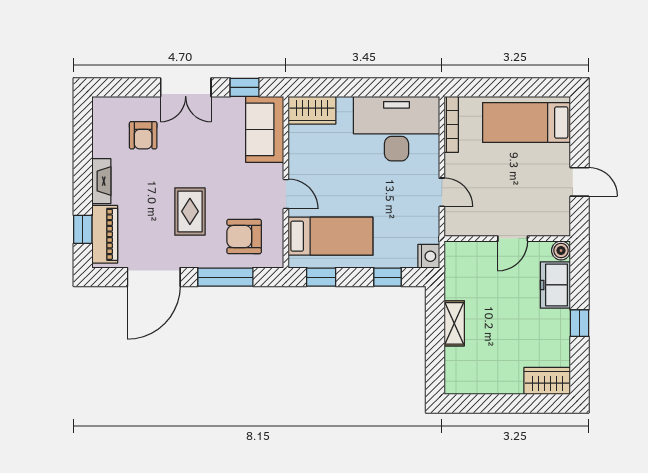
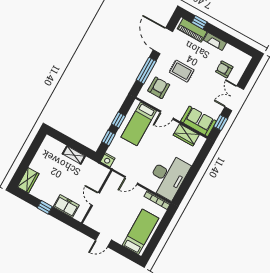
wardrobe: (312, 110) -> (186, 135), moved, turned -90
boiler: (561, 251) -> (79, 216), removed
window: (321, 277) -> (119, 120), moved

